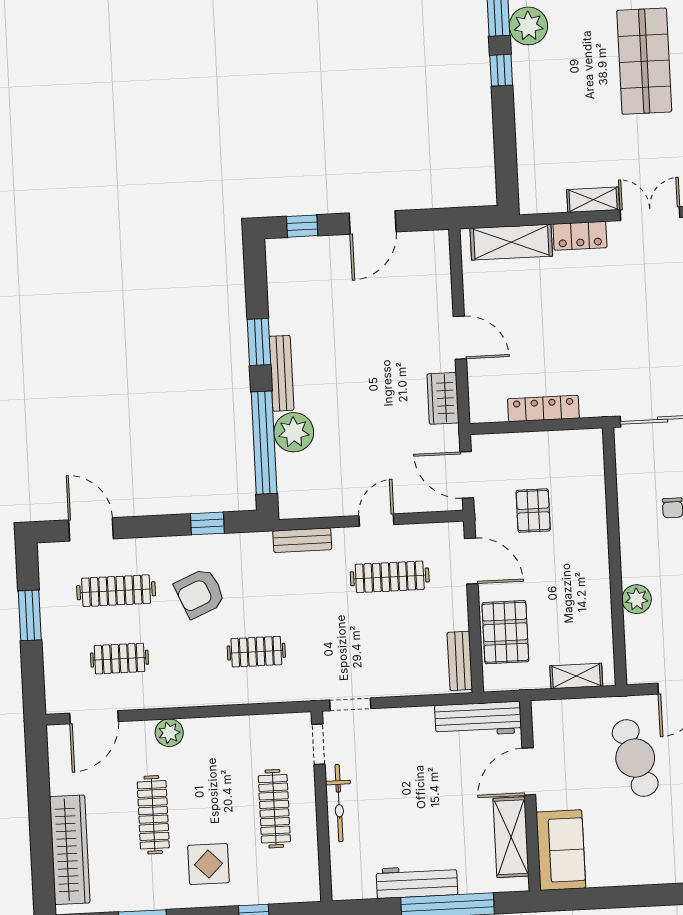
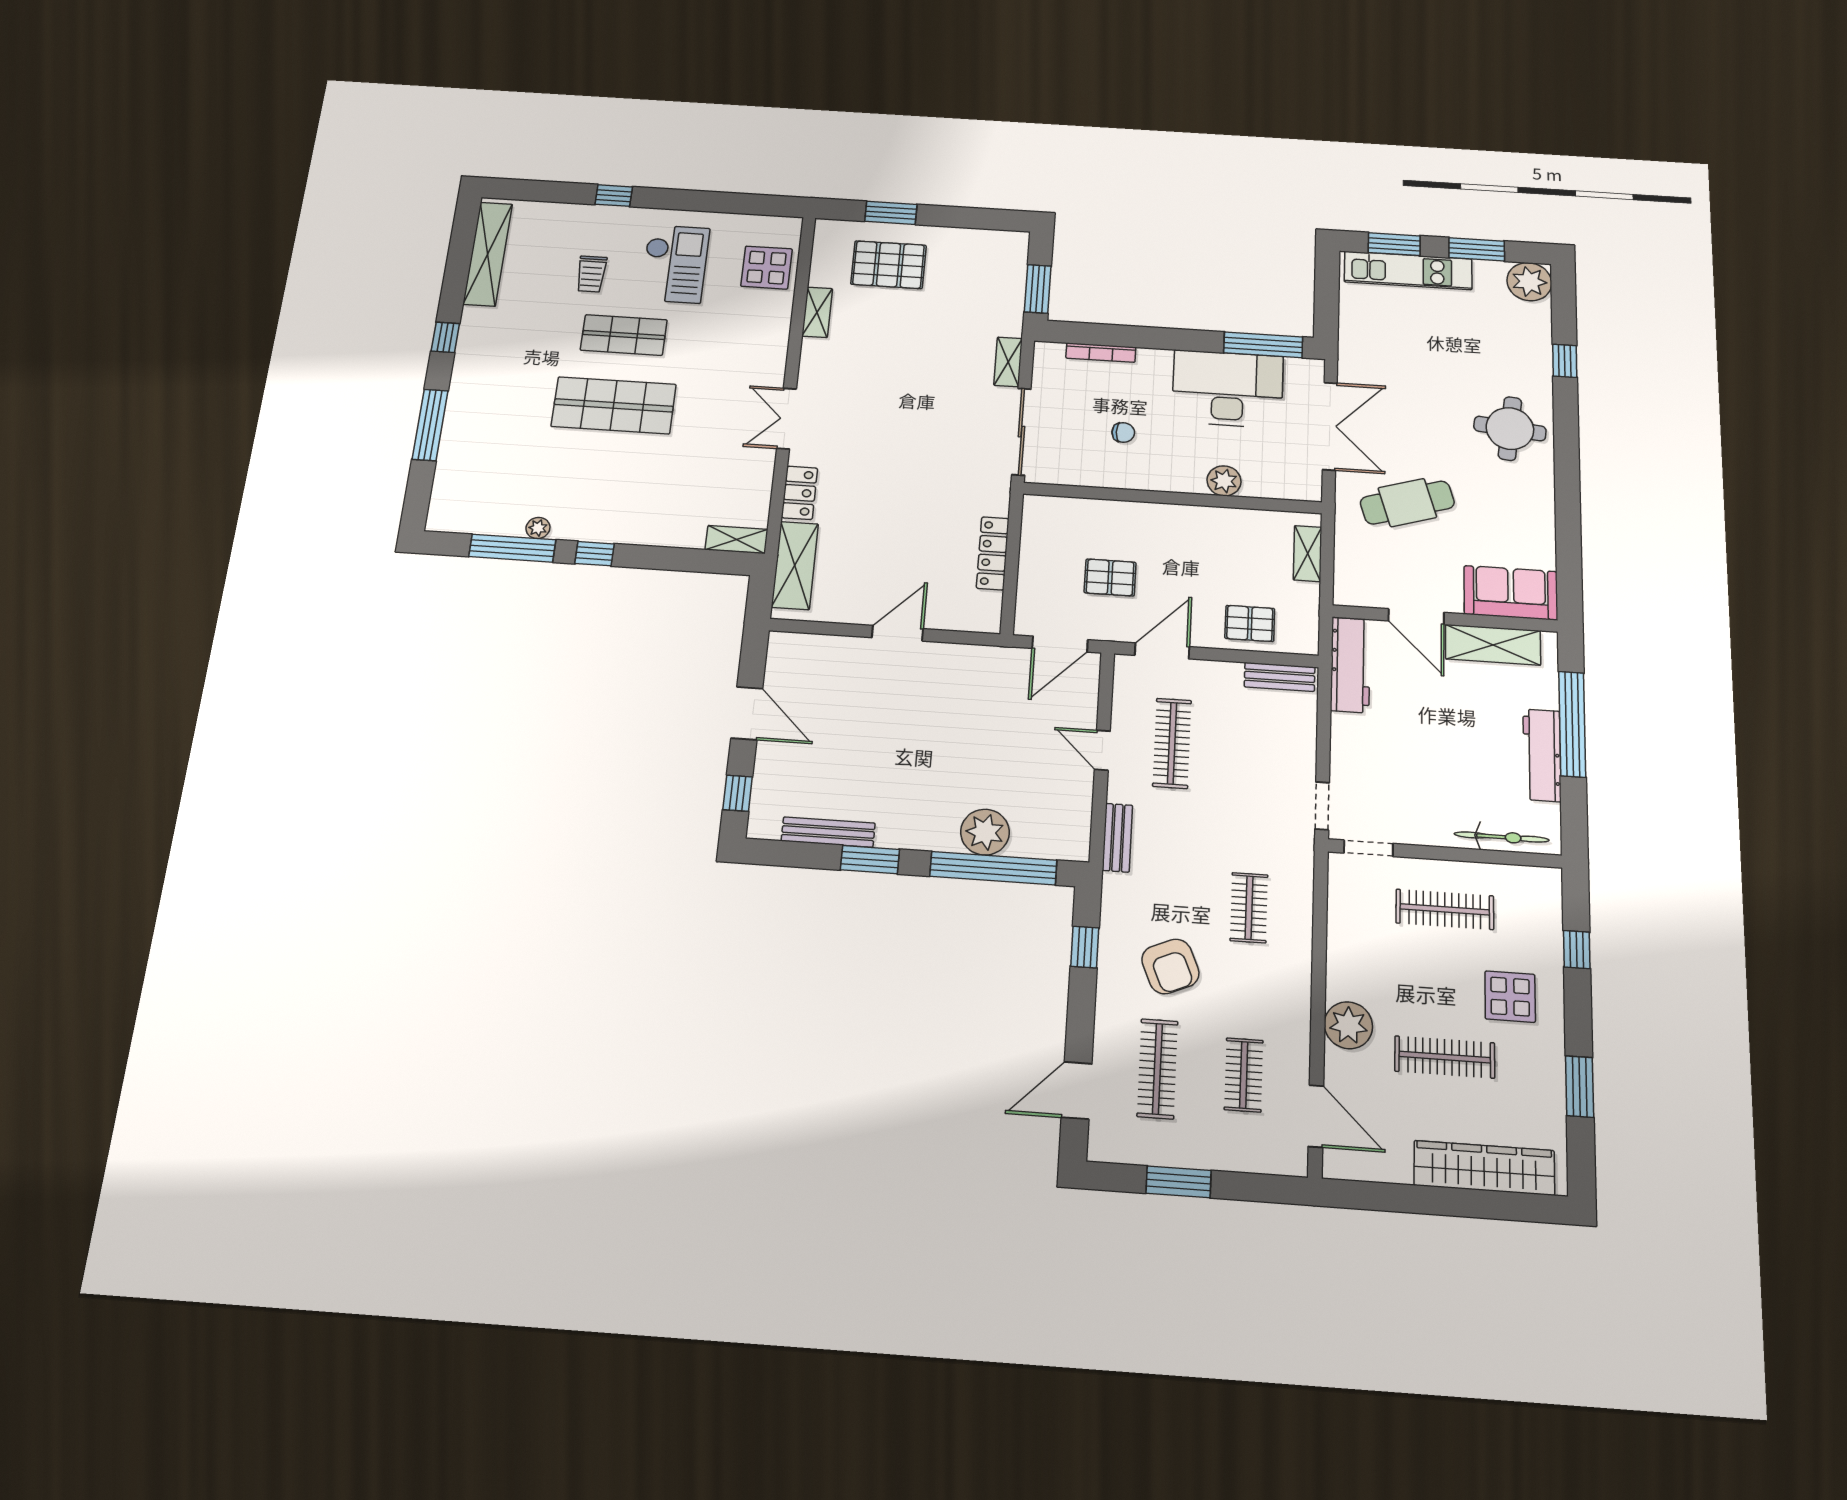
plant: (528, 26) -> (538, 528), width x0.53, depth x0.53
shelving: (593, 200) -> (736, 540), moved, turned 90
bench: (281, 373) -> (828, 832), moved
wardrobe: (443, 398) -> (966, 660), removed
pallet: (505, 632) -> (1250, 623), width x0.67, depth x0.71
plant: (169, 733) -> (1348, 1025), width x1.36, depth x1.36
bicycle: (339, 803) -> (1502, 837), moved

